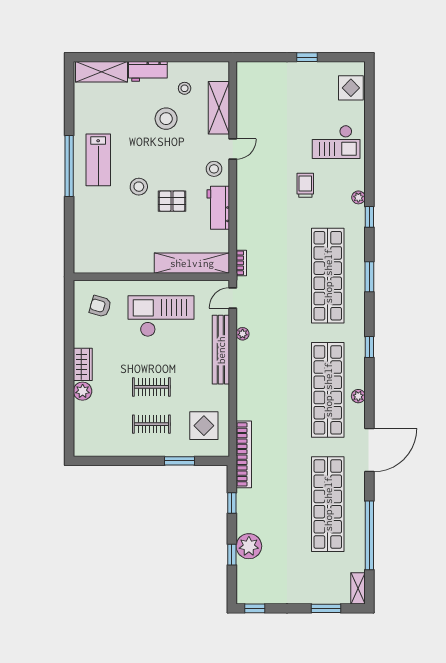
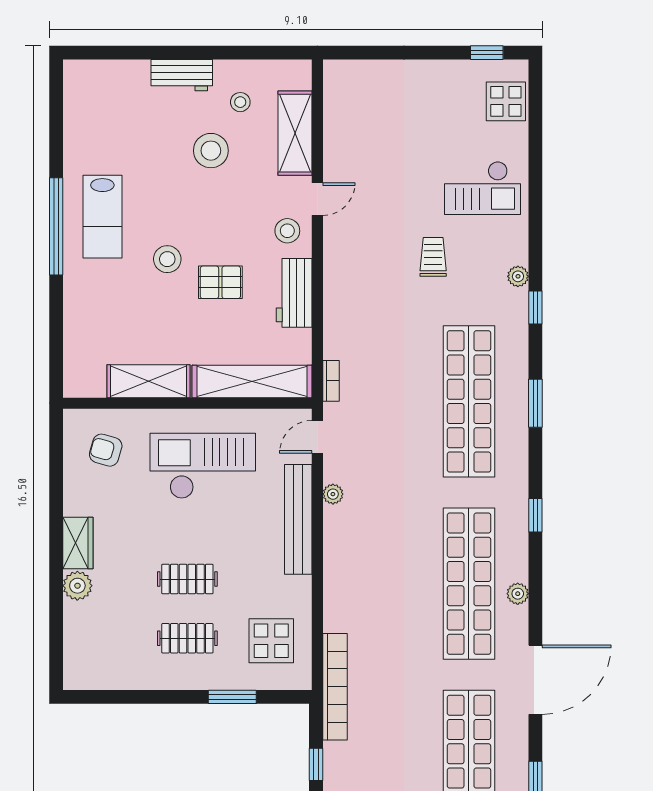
window: (307, 57) -> (487, 53), moved
shelving: (101, 72) -> (149, 381), moved

